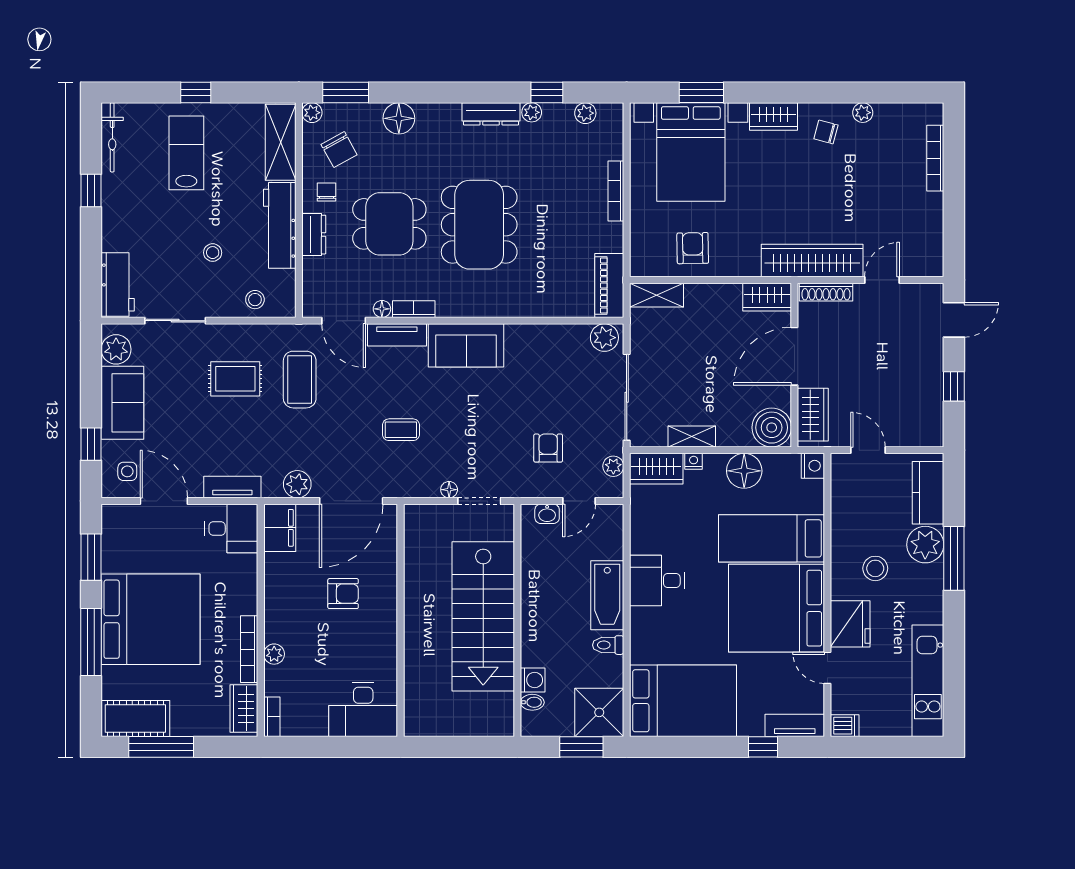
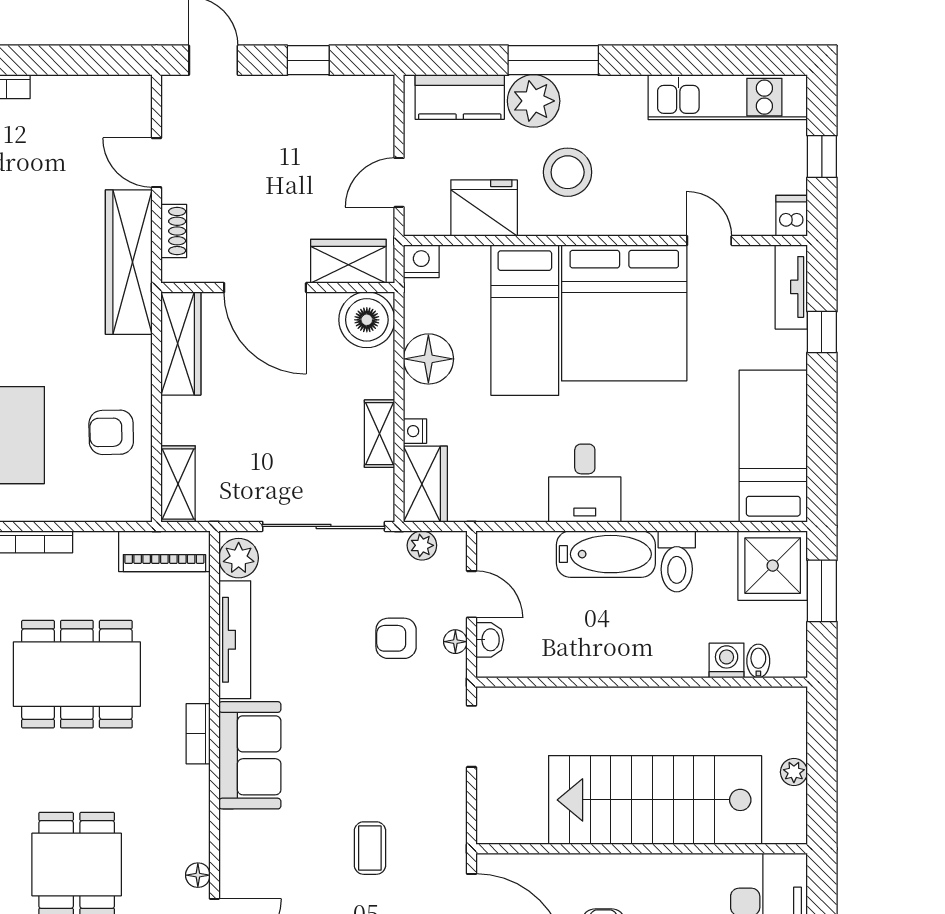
dining table: (479, 225) -> (77, 674), moved
shoe rack: (826, 292) -> (174, 231), width x0.70
wardrobe: (767, 297) -> (181, 344), width x1.50
bookcase: (414, 309) -> (198, 734), moved
tv unit: (397, 335) -> (235, 640), moved, width x1.41
floor lamp: (449, 490) -> (455, 642), moved
stool: (875, 568) -> (568, 172), width x1.38, depth x1.38
stairs: (483, 616) -> (655, 800), moved, turned 180
fridge: (850, 624) -> (484, 208), moved
toilet: (608, 645) -> (677, 561), width x1.37, depth x1.39
door: (827, 668) -> (709, 240), swing flipped
bed: (683, 701) -> (773, 446), width x0.67
plant: (454, 727) -> (794, 772), added
window: (886, 747) -> (822, 157), added

